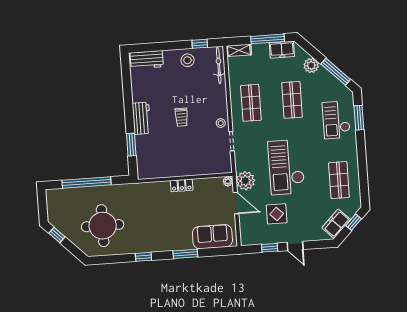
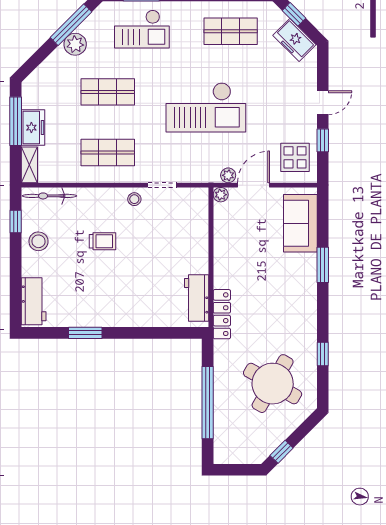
freezer: (282, 50) -> (33, 128), moved
plant: (311, 65) -> (75, 44), moved
trolley: (181, 117) -> (102, 241), moved
workbench: (141, 118) -> (197, 298), moved, turned -90
window: (131, 145) -> (85, 333), moved
plant: (245, 181) -> (228, 175), width x0.53, depth x0.53
locker: (182, 185) -> (222, 314), moved, width x1.53
display table: (277, 214) -> (295, 157), moved
round table: (103, 226) -> (273, 384), turned 30
window: (143, 257) -> (323, 354), moved

